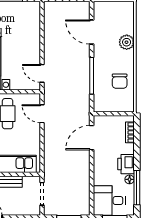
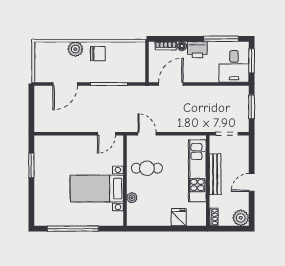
chair: (120, 81) -> (98, 54), moved
door: (42, 114) -> (147, 134), swing flipped
door: (92, 138) -> (171, 84), swing flipped
floor lamp: (130, 179) -> (182, 46), moved

